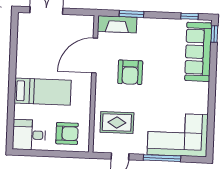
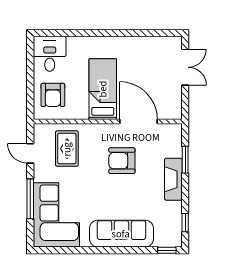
fireplace: (117, 24) -> (173, 179), moved
sofa: (198, 52) -> (121, 234), moved
bed: (43, 92) -> (103, 89), moved, turned 180

